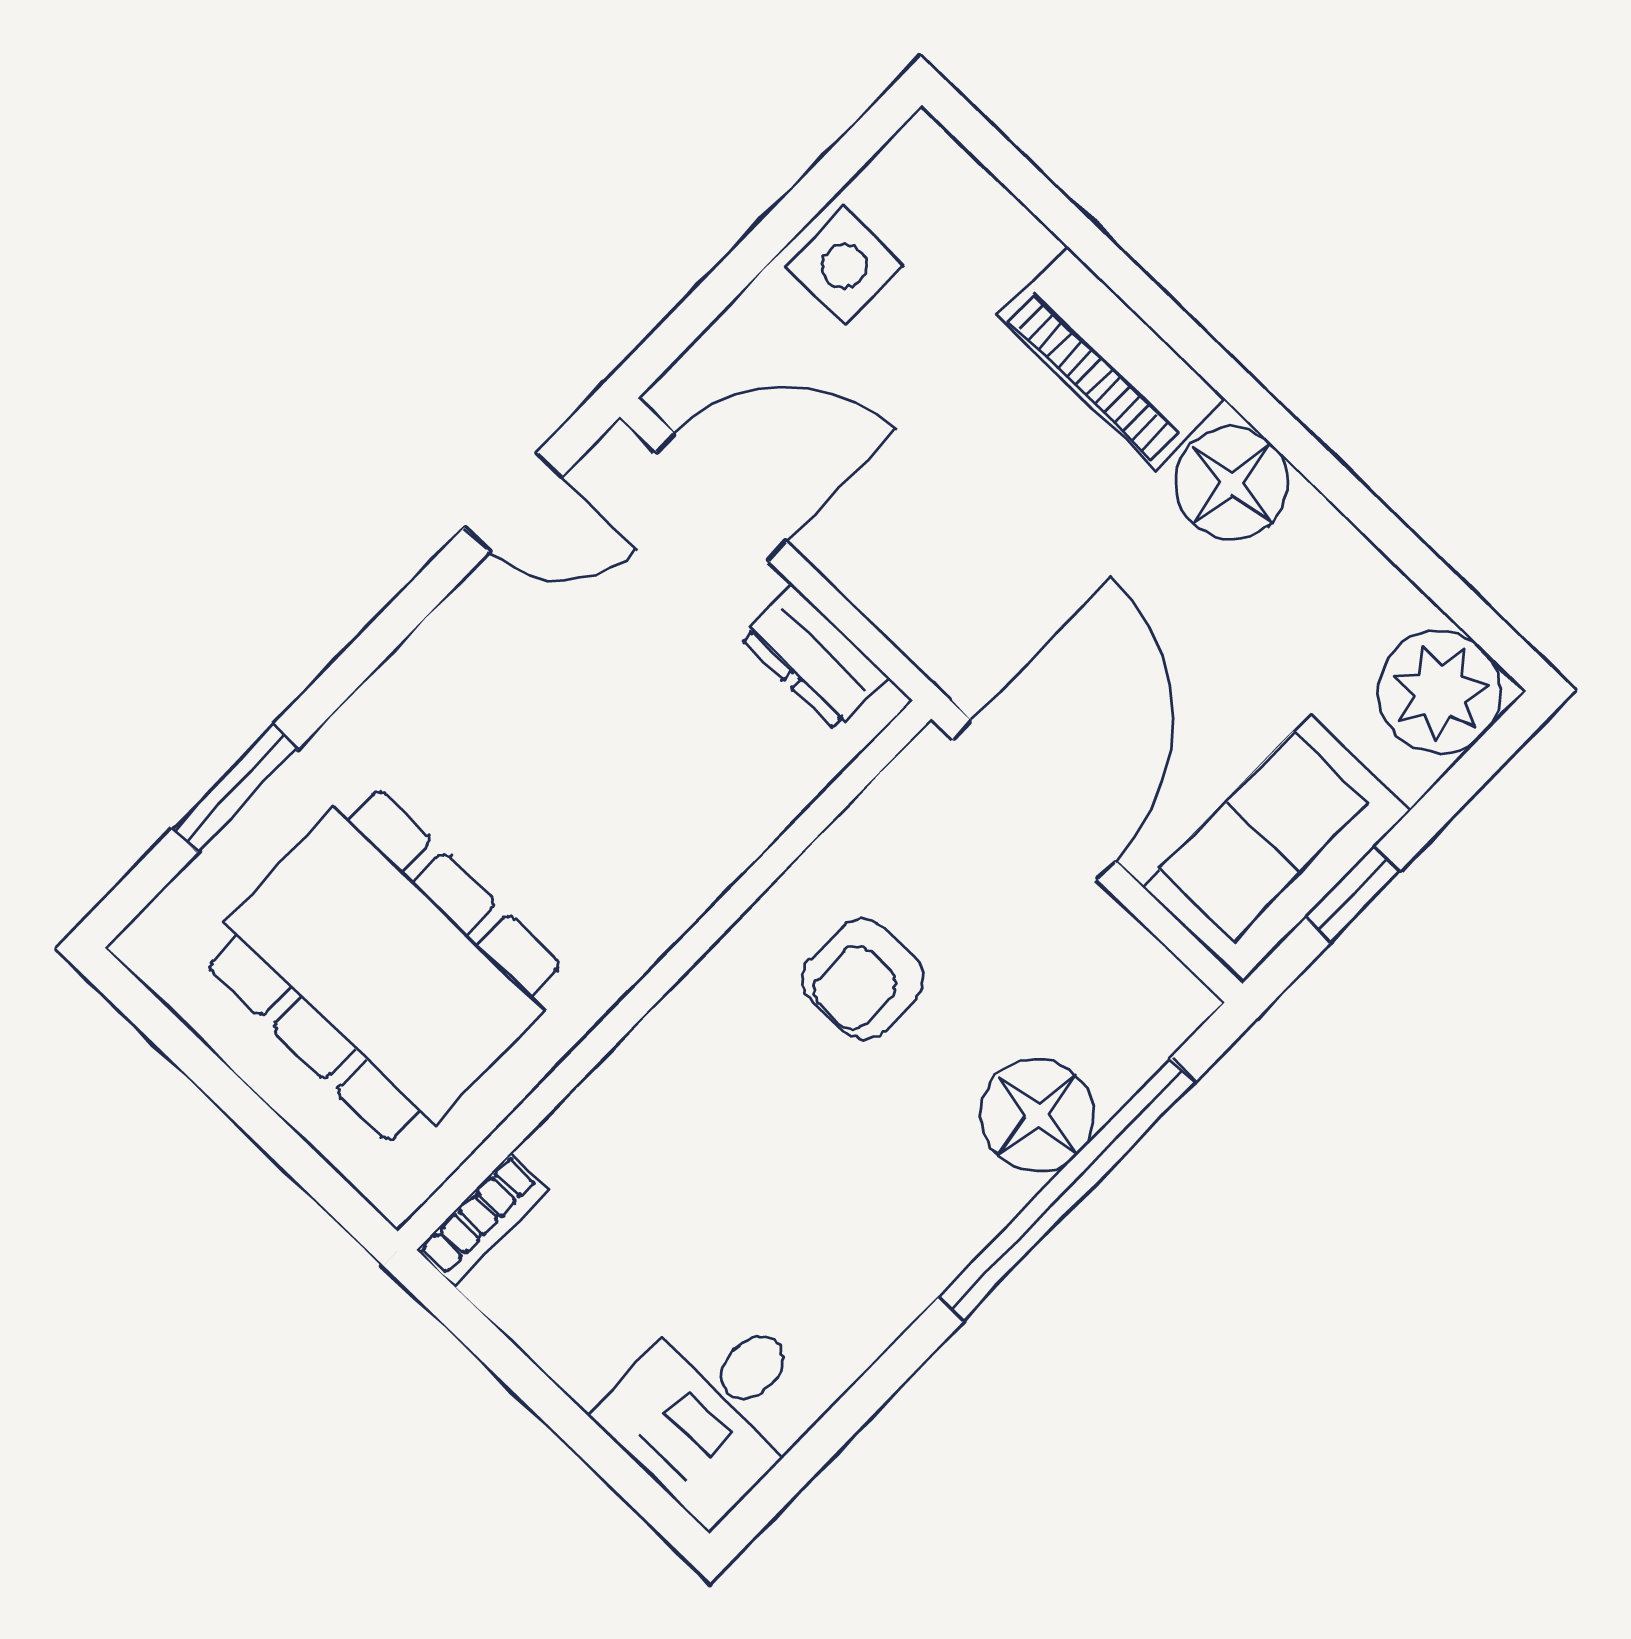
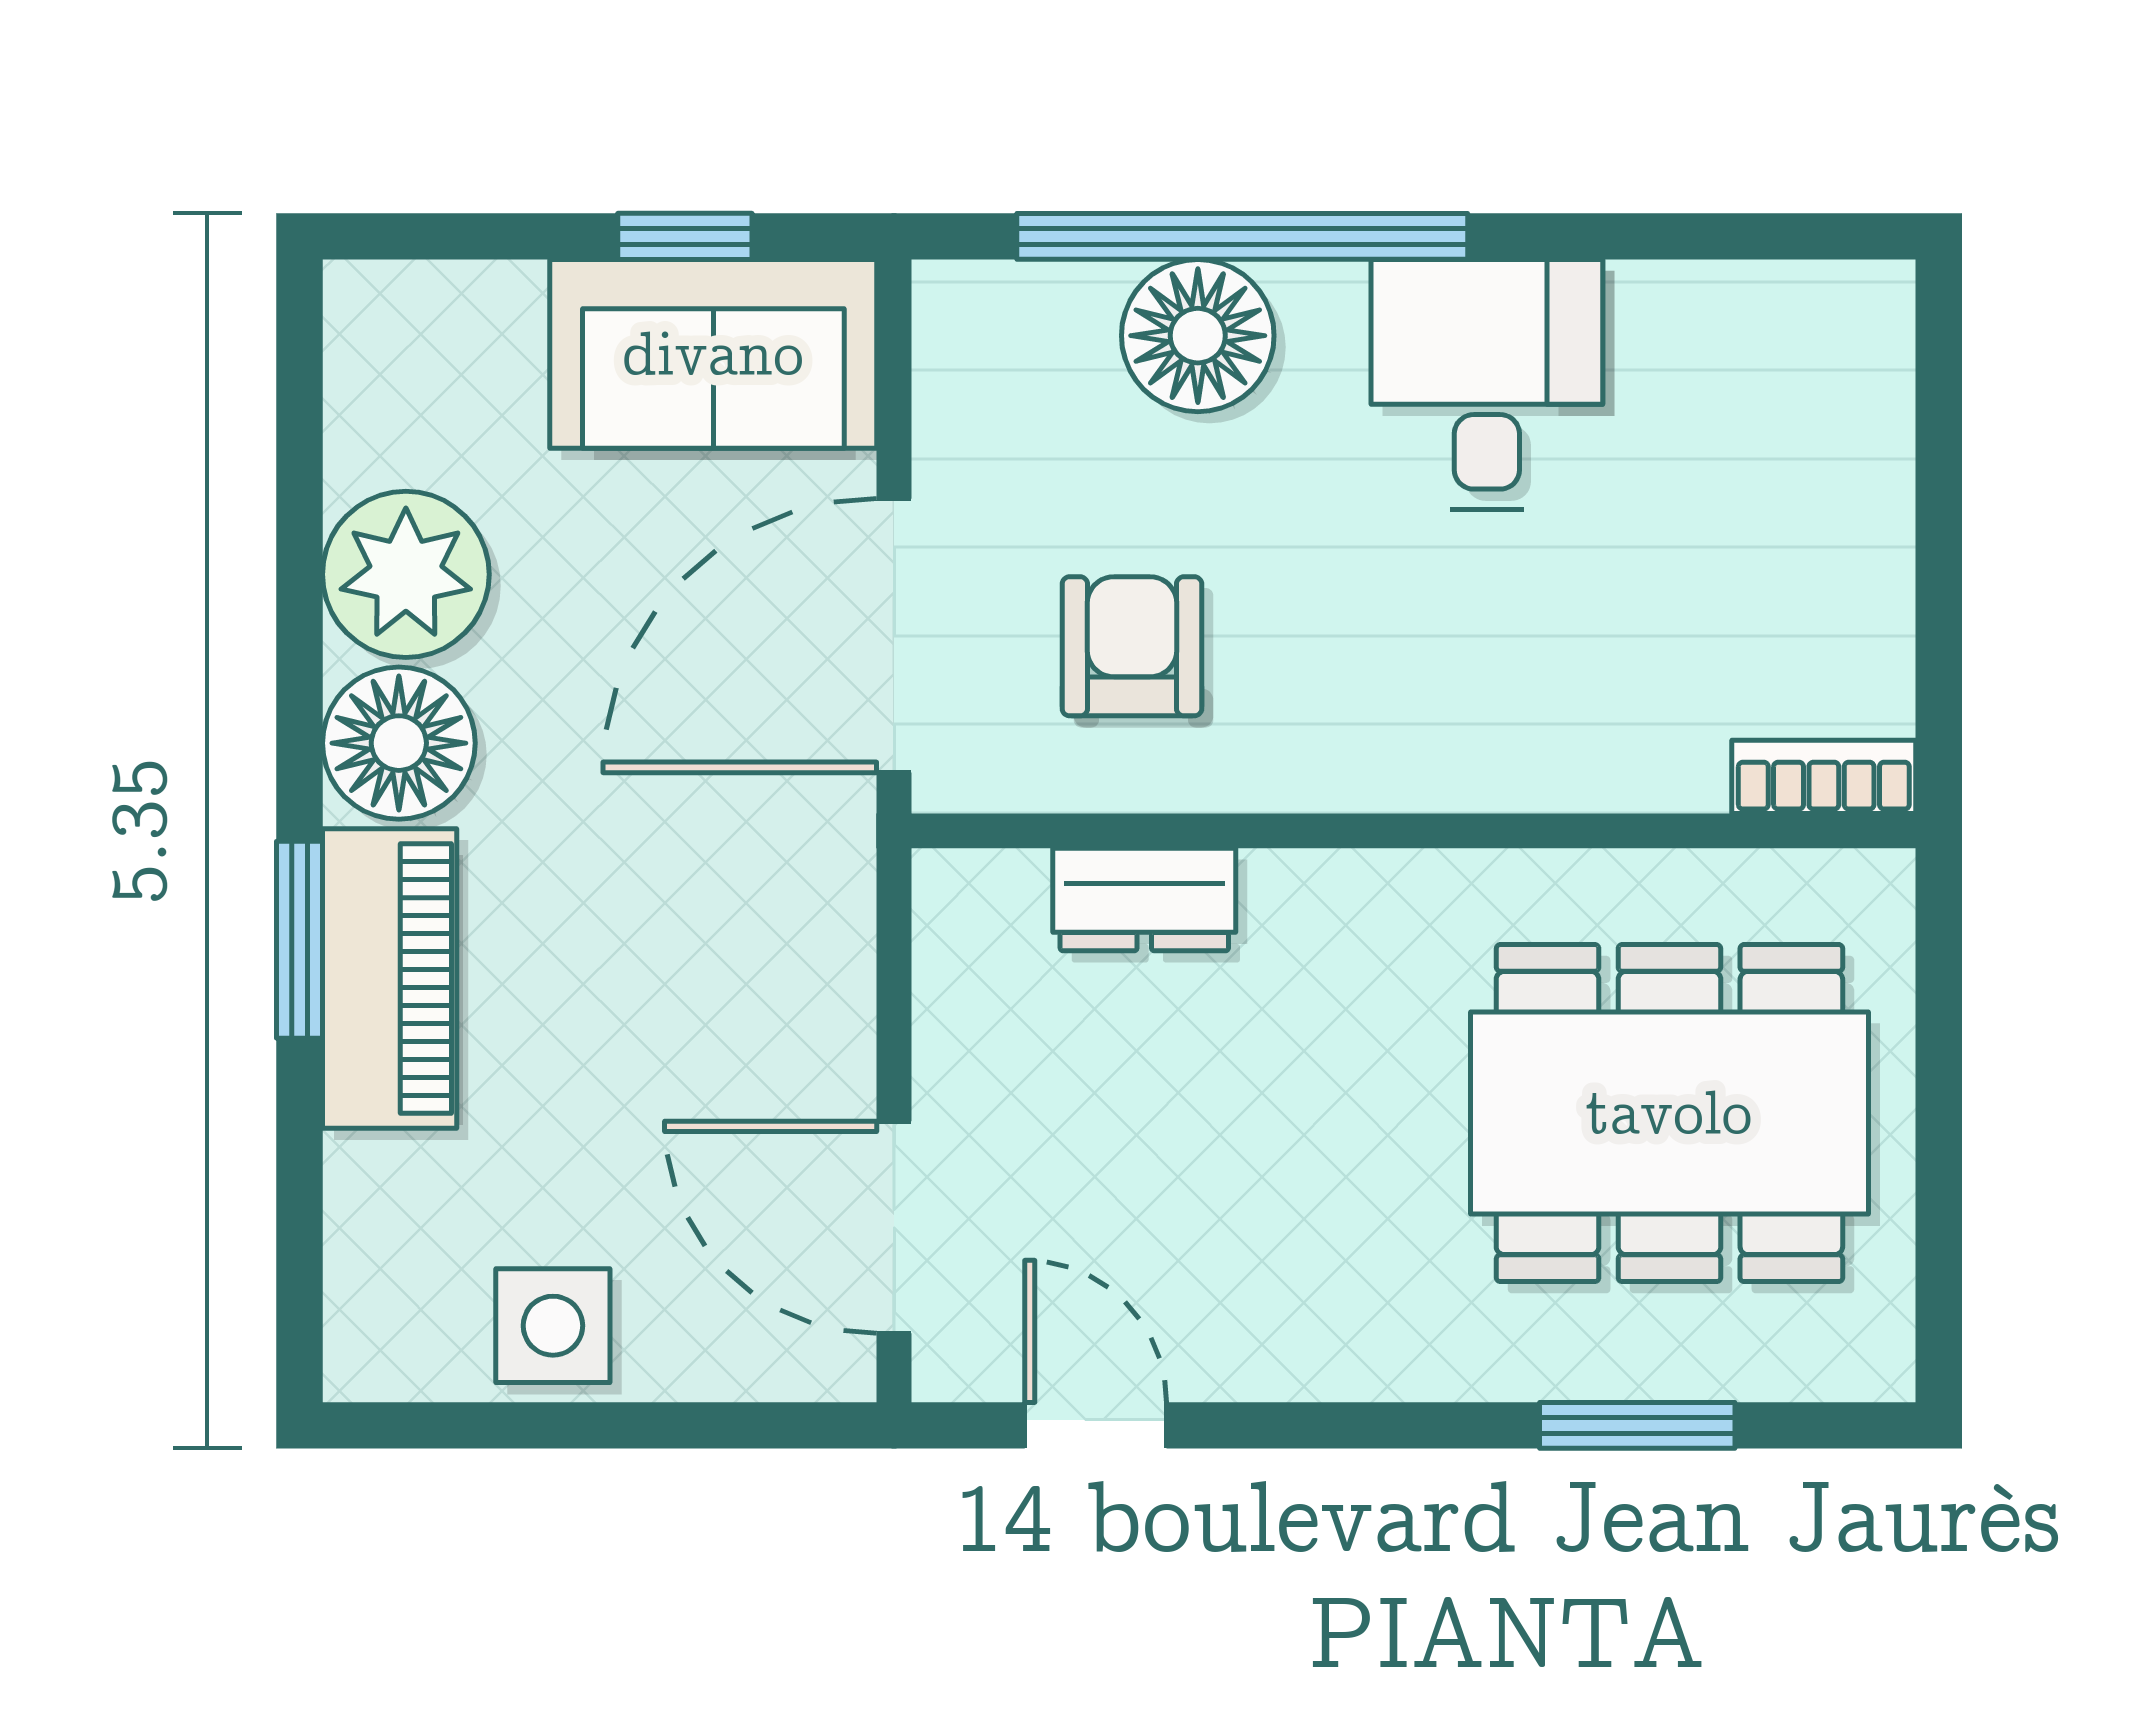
window: (1178, 330) -> (300, 940), added
dresser: (814, 657) -> (1144, 900), moved, turned 90
plant: (1440, 692) -> (406, 574), moved
dining table: (384, 966) -> (1669, 1113), turned 90
armchair: (863, 979) -> (1132, 646), moved, turned -90
desk: (712, 1408) -> (1487, 384), moved, turned -90

